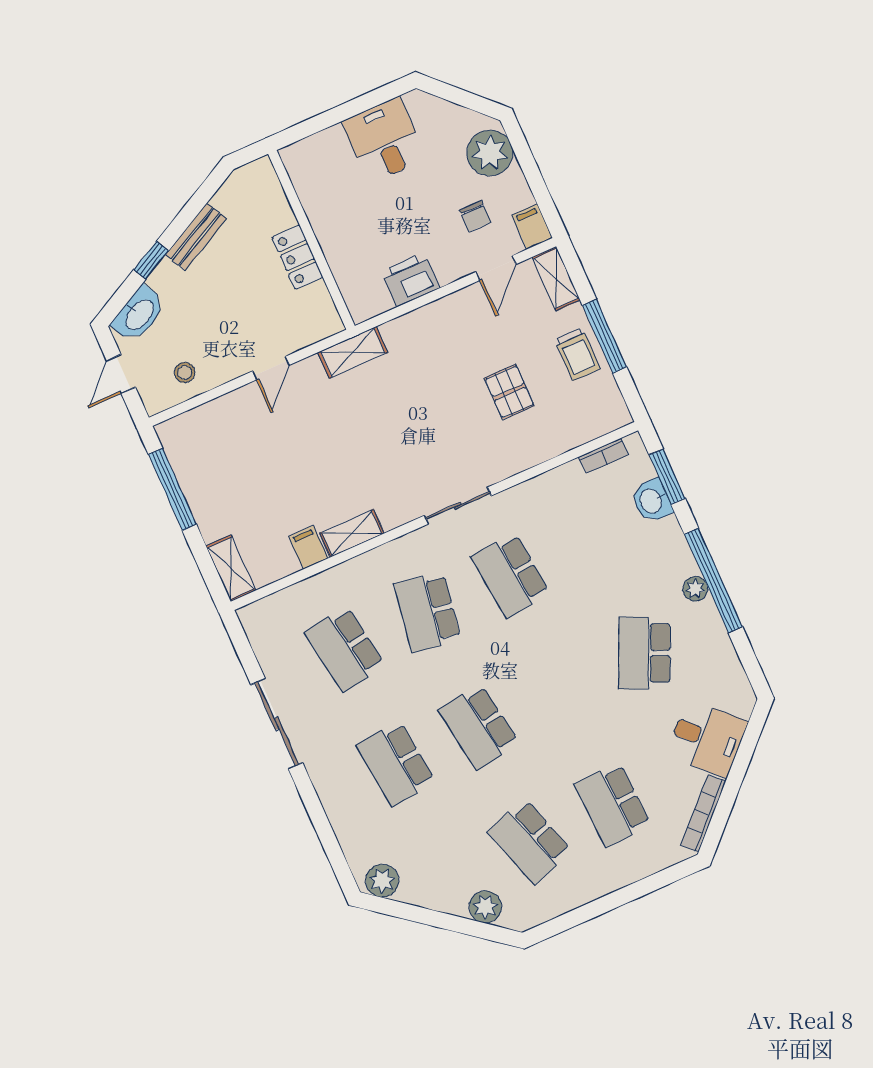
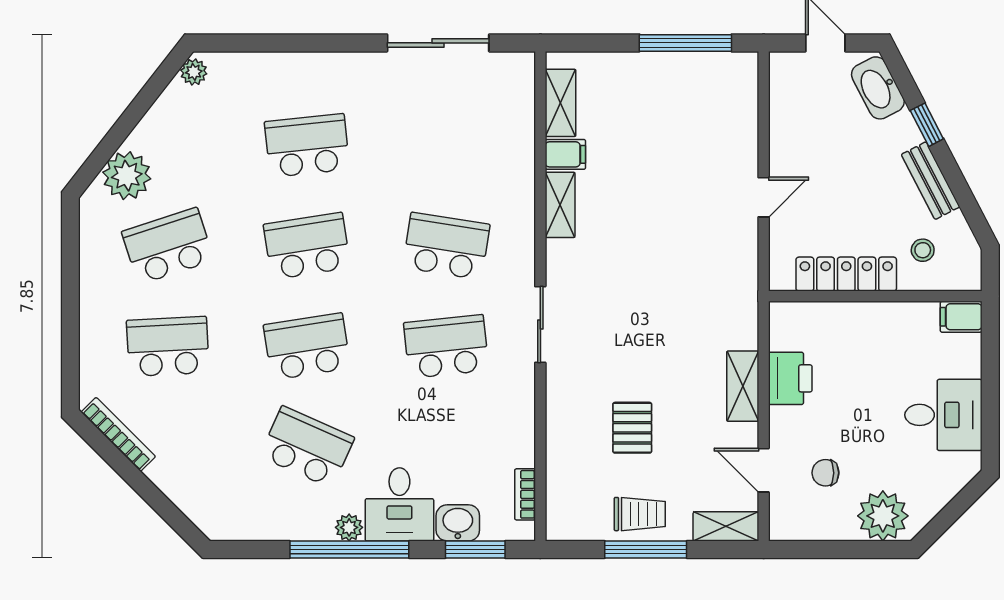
filing cabinet: (532, 226) -> (961, 317), moved, turned 180
locker: (297, 257) -> (846, 274), width x1.53
shelving: (353, 352) -> (743, 386), moved
trolley: (577, 354) -> (640, 514), turned 180
door: (271, 368) -> (764, 197), swing flipped
stool: (185, 373) -> (923, 250), moved
pallet: (509, 392) -> (632, 428), turned 90
shelving: (231, 568) -> (561, 103), moved, turned 90
school desk: (345, 649) -> (307, 346), moved
sliding door: (277, 724) -> (438, 43), moved
desk: (707, 738) -> (399, 504), moved, turned -45
plant: (382, 881) -> (194, 72), width x0.73, depth x0.73
plant: (485, 907) -> (127, 176), width x1.36, depth x1.36

